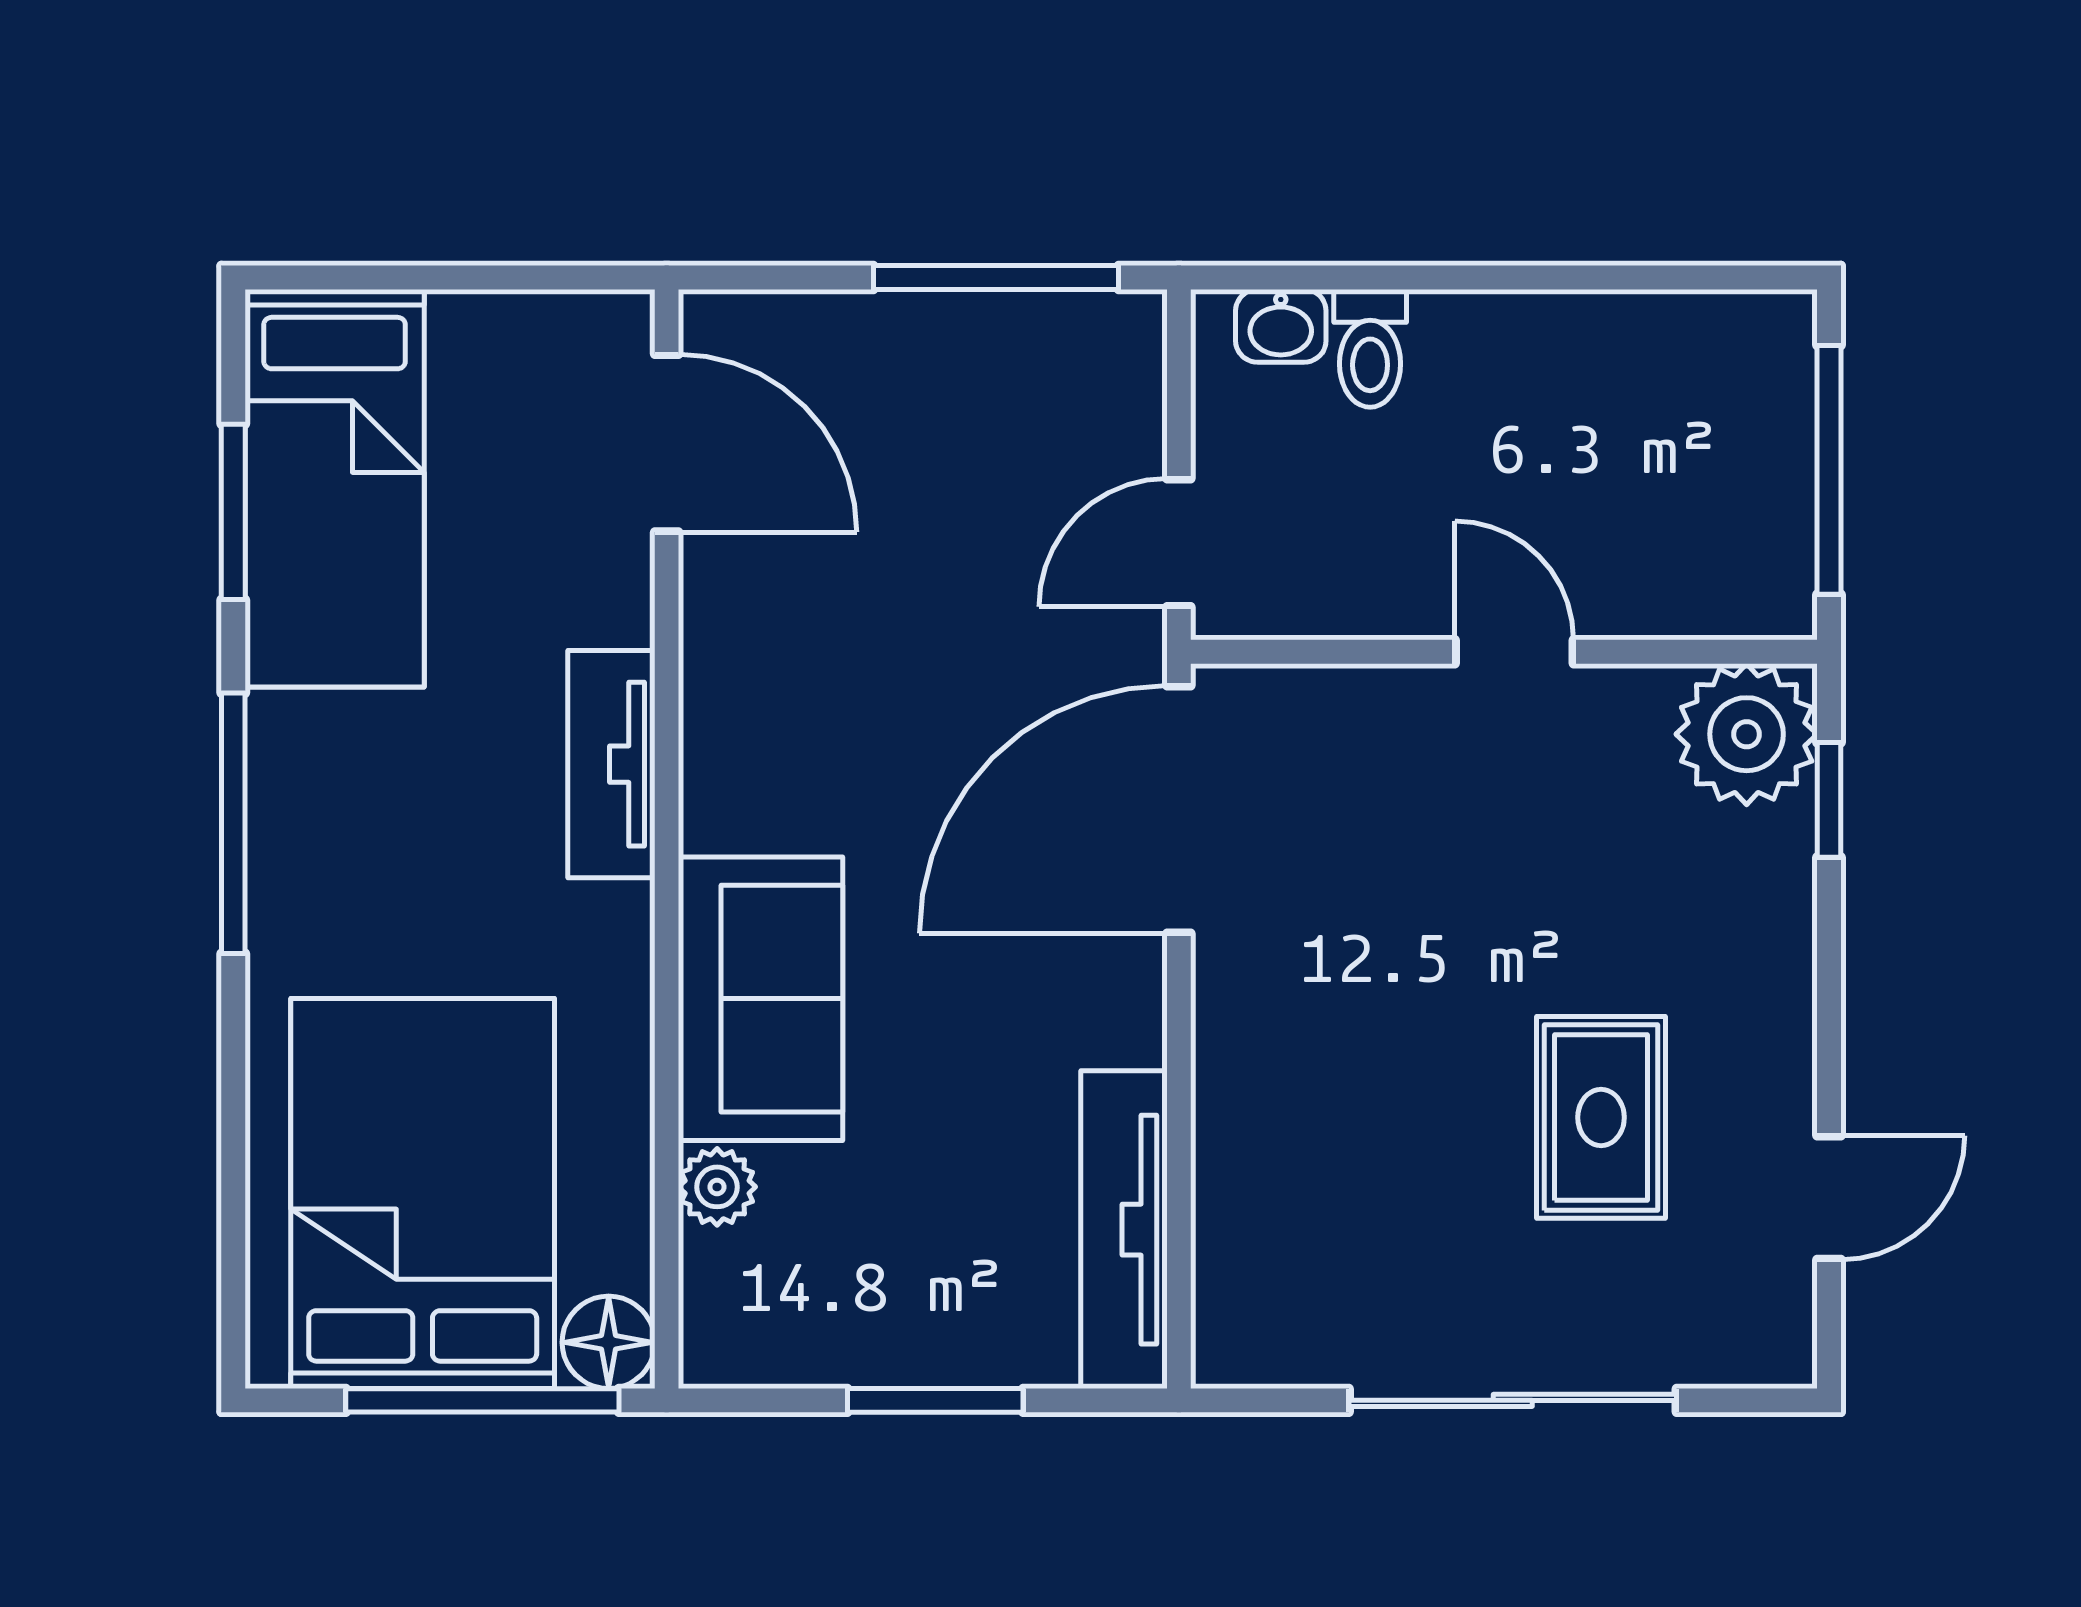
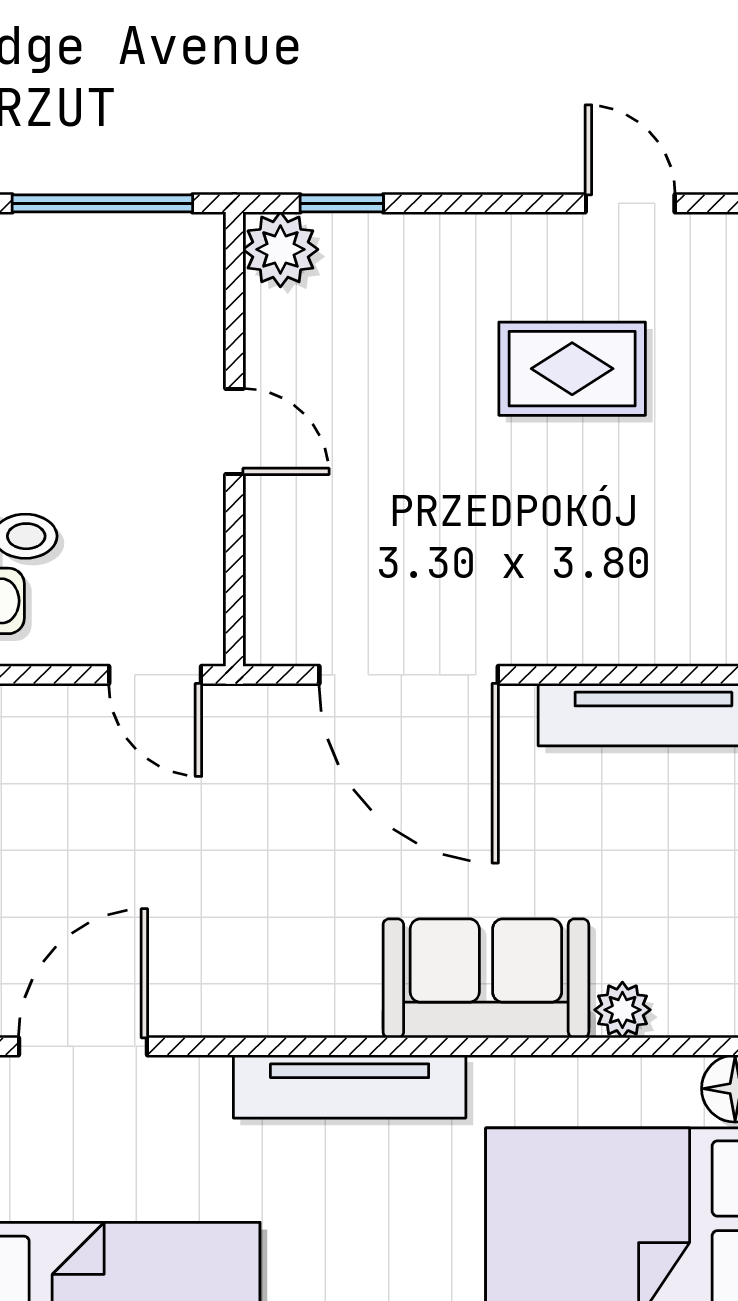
door: (1514, 652) -> (234, 432), swing flipped
plant: (1747, 734) -> (280, 249), width x0.73, depth x0.73
tv unit: (611, 764) -> (350, 1086), width x1.41
door: (1179, 810) -> (409, 675), moved

